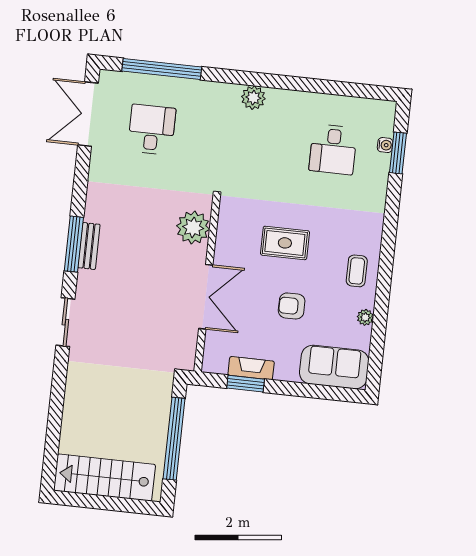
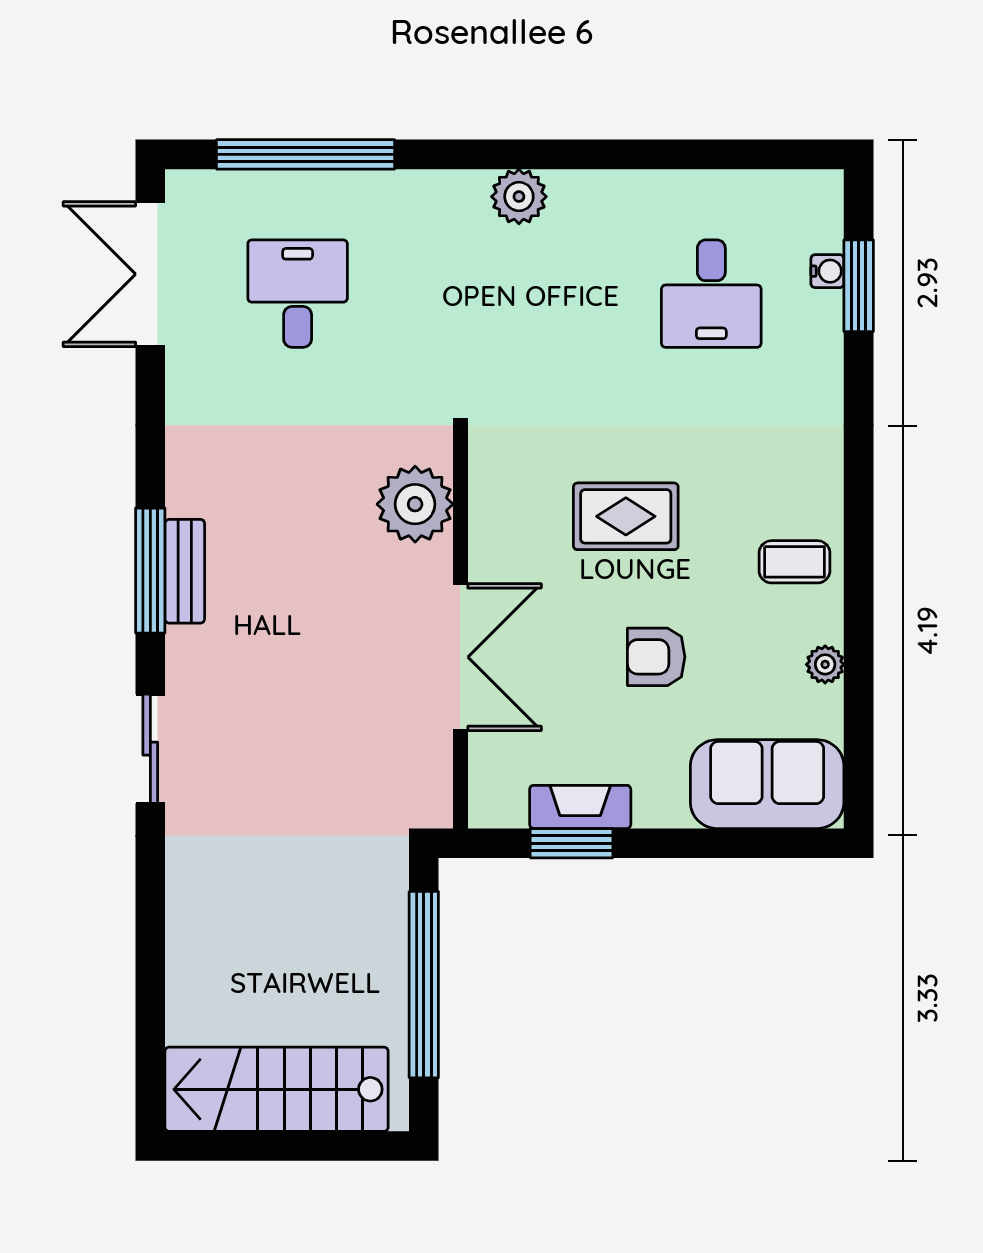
coffee table: (357, 271) -> (795, 562), turned 90

